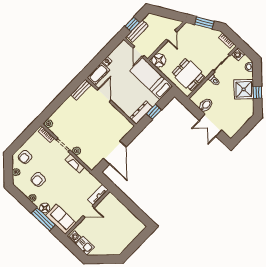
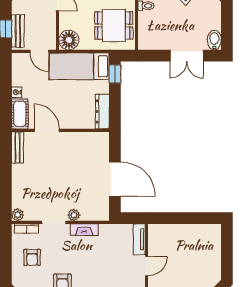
bidet: (206, 105) -> (214, 40), moved
window: (154, 112) -> (115, 74), moved
armchair: (25, 157) -> (32, 257), moved

